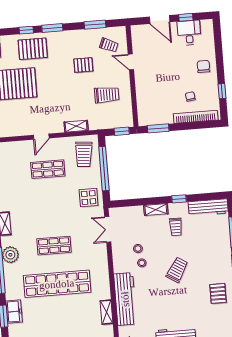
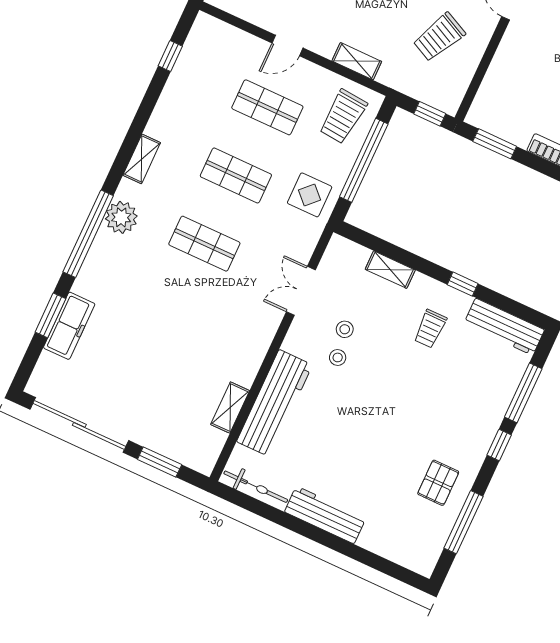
trolley: (107, 95) -> (439, 37), turned 116
shelving: (156, 210) -> (390, 270), moved
double door: (108, 229) -> (301, 291), moved
trolley: (177, 270) -> (391, 403), removed
shop shelf: (57, 284) -> (236, 175), moved, width x0.50, depth x0.74
freezer: (14, 312) -> (69, 326), width x1.40

